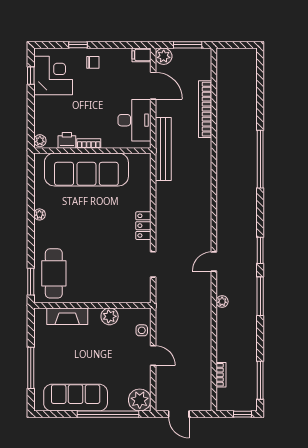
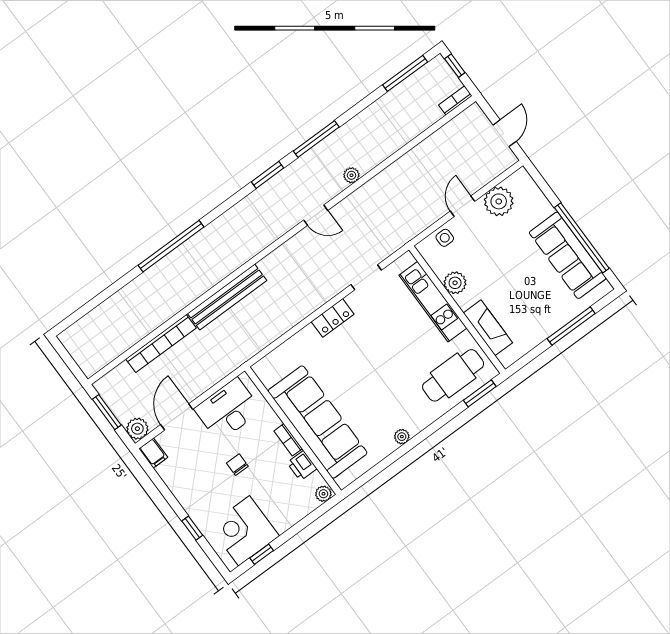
chair: (93, 62) -> (237, 465), moved
bench: (163, 149) -> (227, 297), moved
kitchen unit: (108, 294) -> (433, 302), added
bookcase: (221, 375) -> (455, 100), moved
plant: (140, 400) -> (499, 201), moved
window: (108, 414) -> (582, 238), moved

